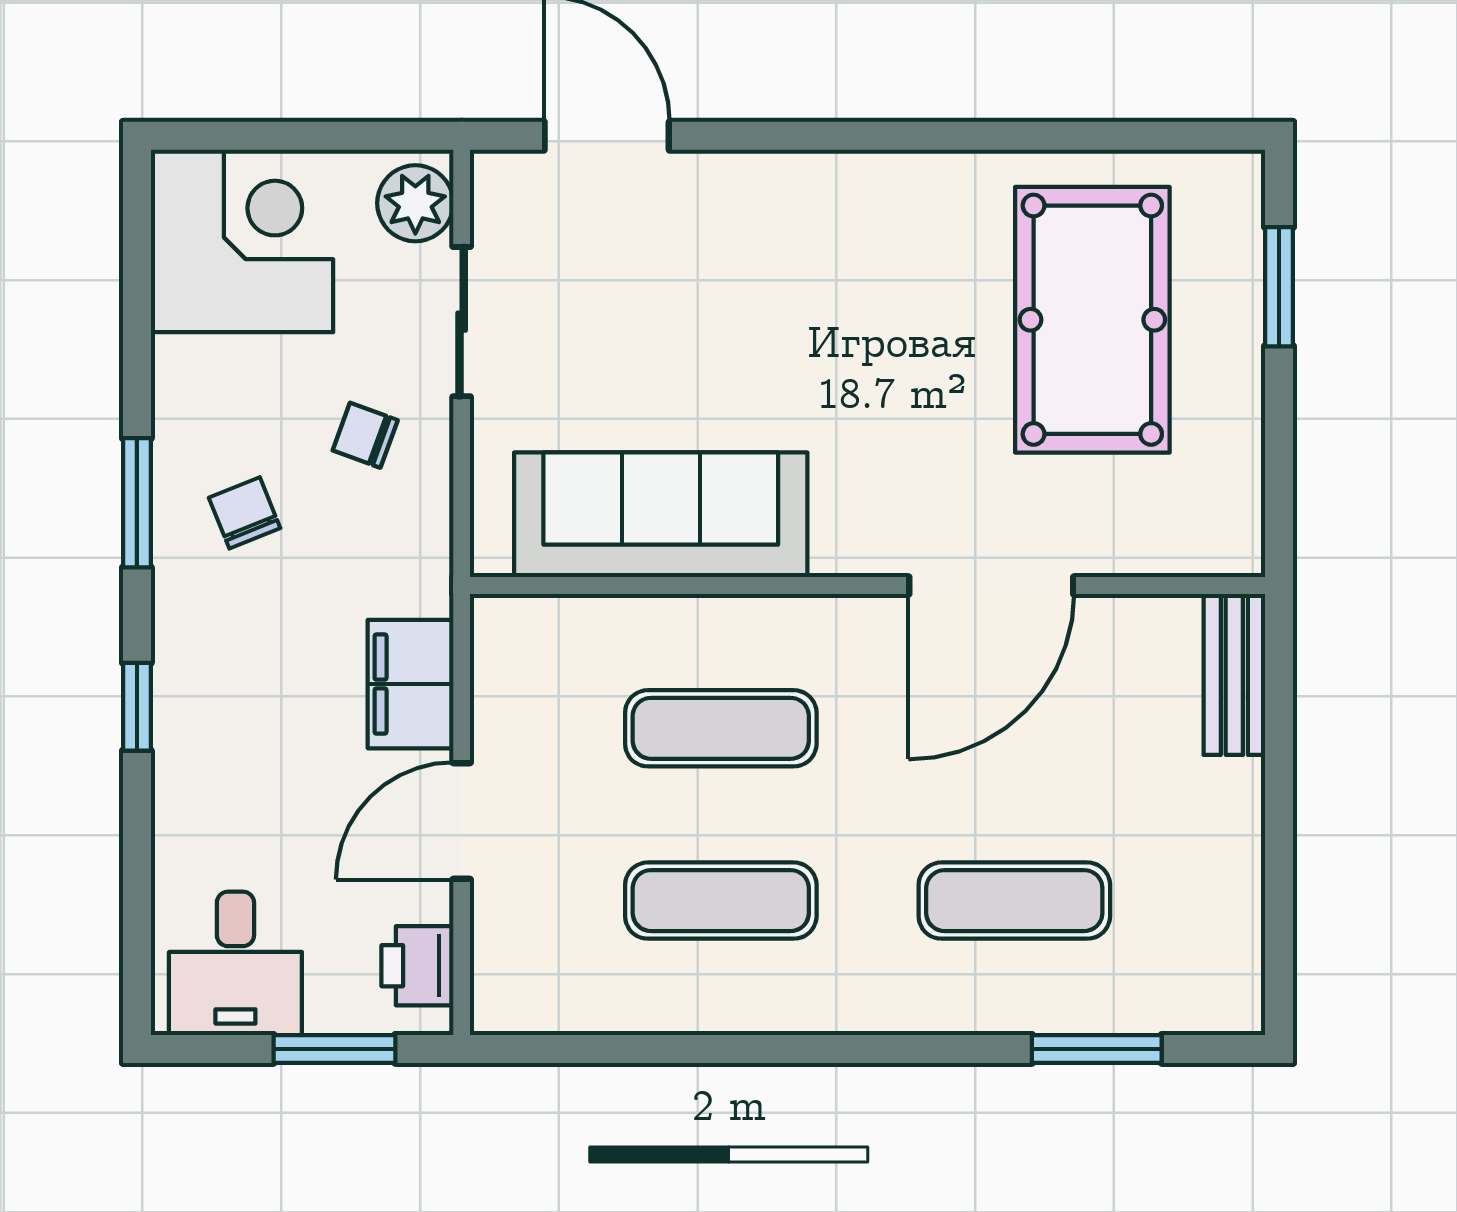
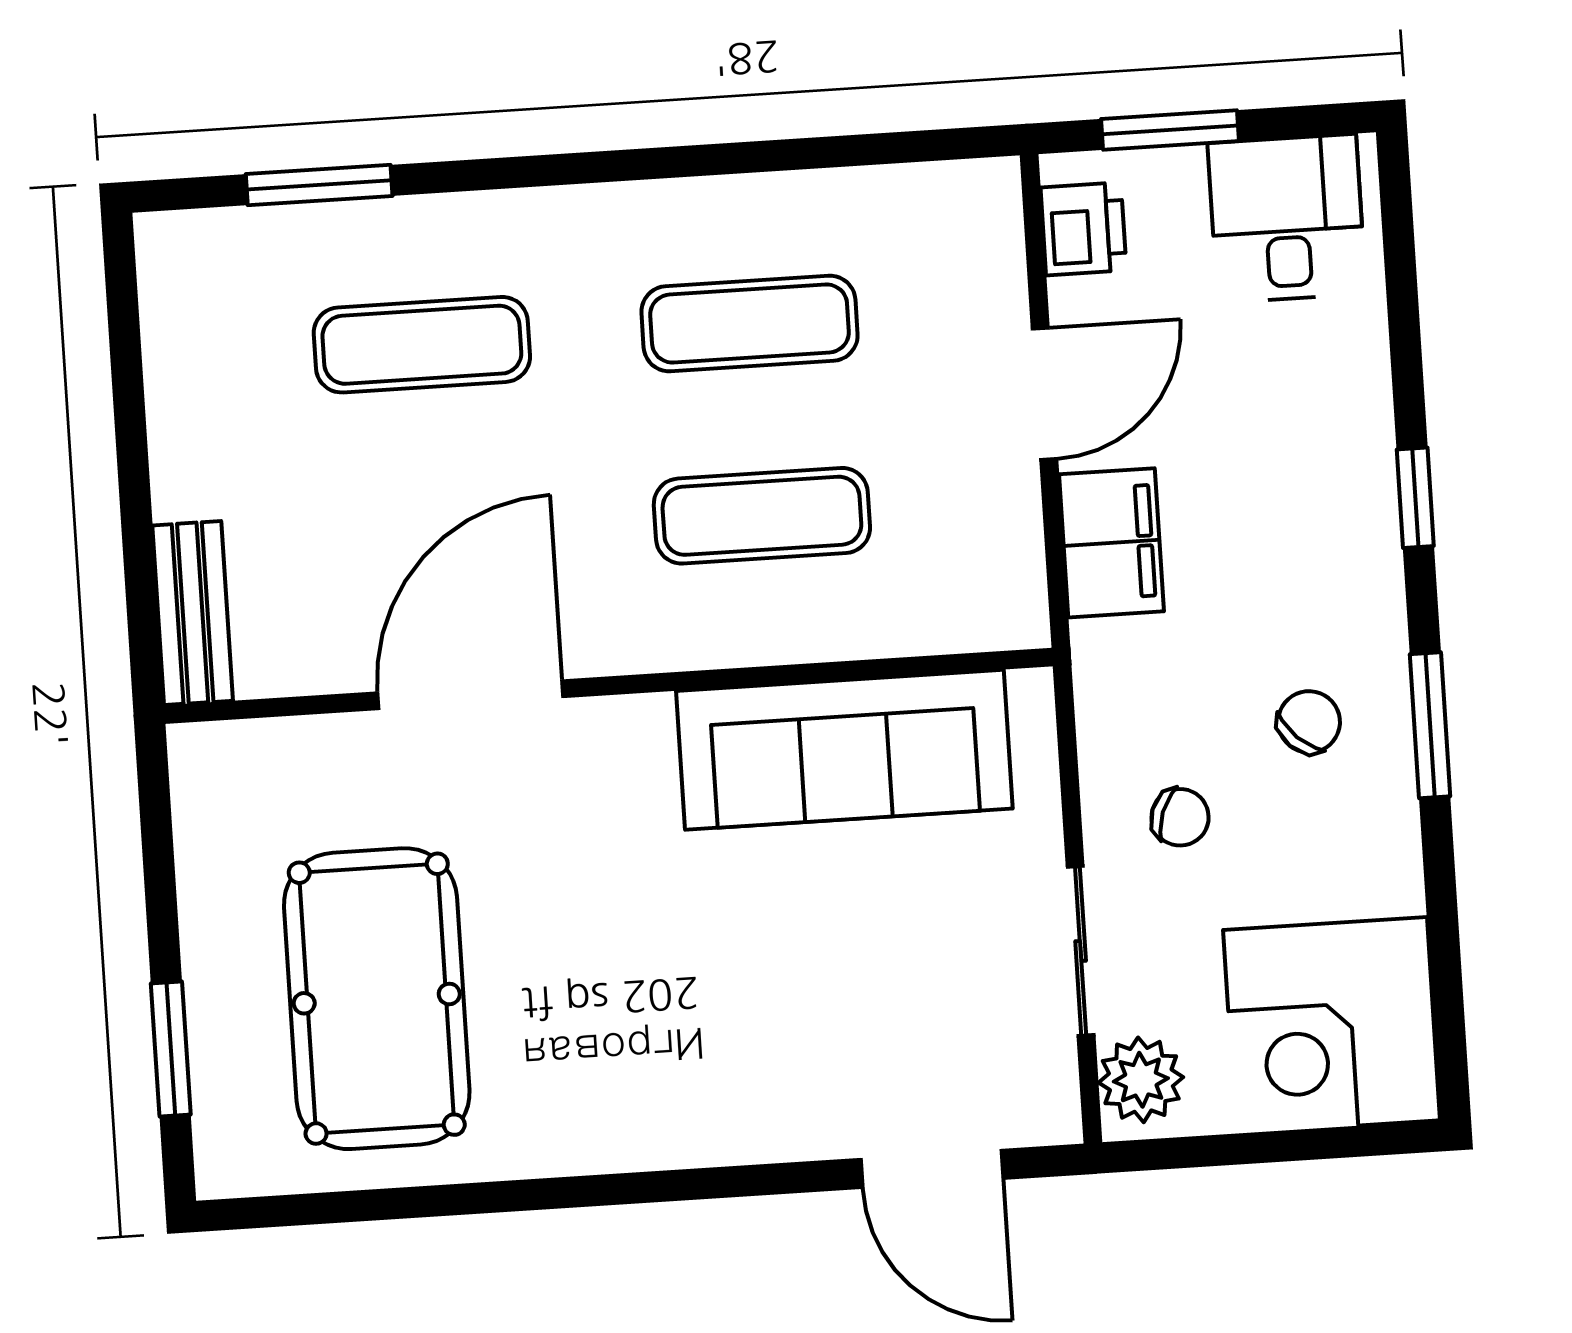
chair: (245, 513) -> (1309, 722), turned -115

